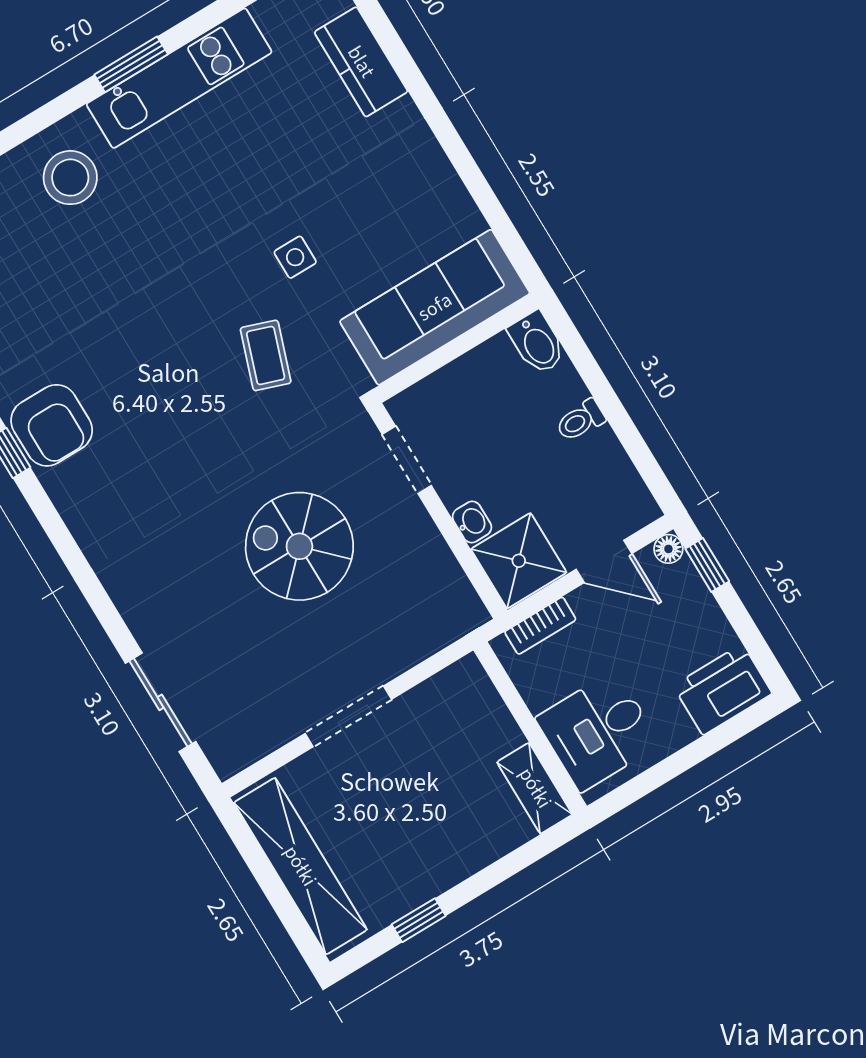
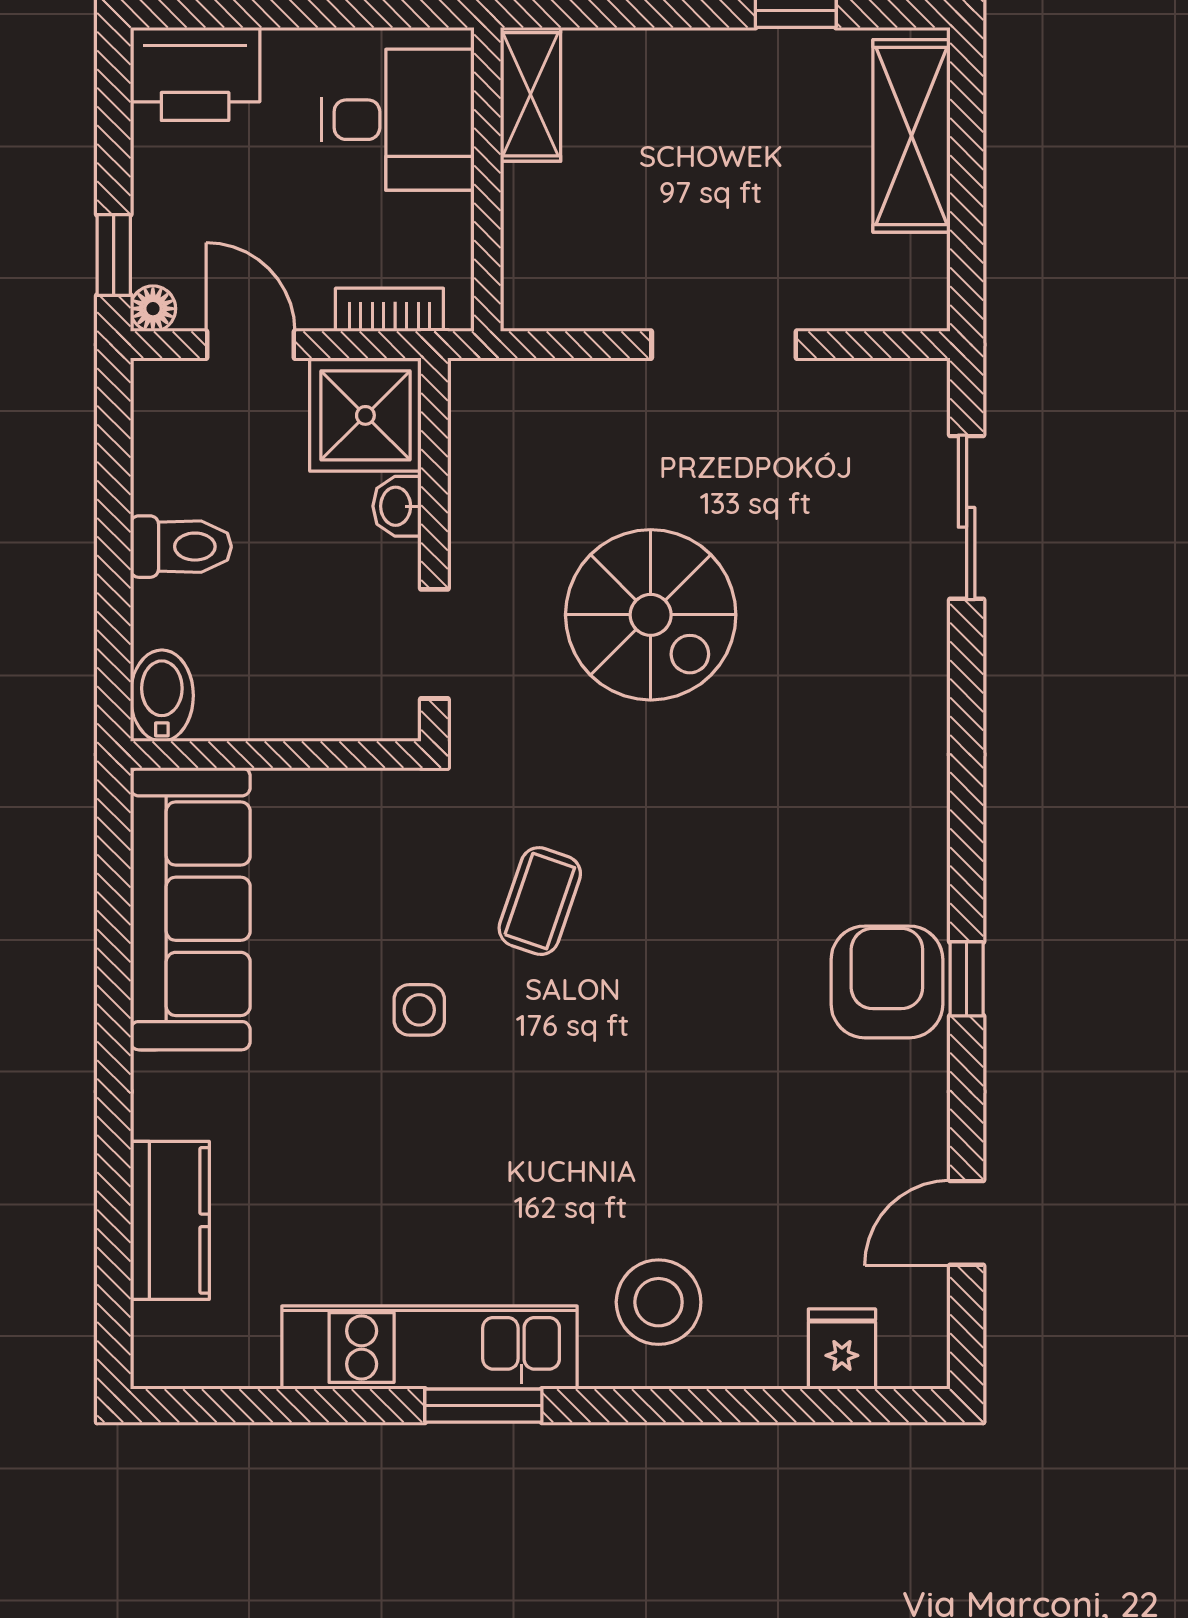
sofa: (435, 307) -> (190, 909), moved, turned -90
toilet: (580, 420) -> (181, 547), width x1.37, depth x1.39
shelving: (300, 866) -> (911, 136), width x0.68

